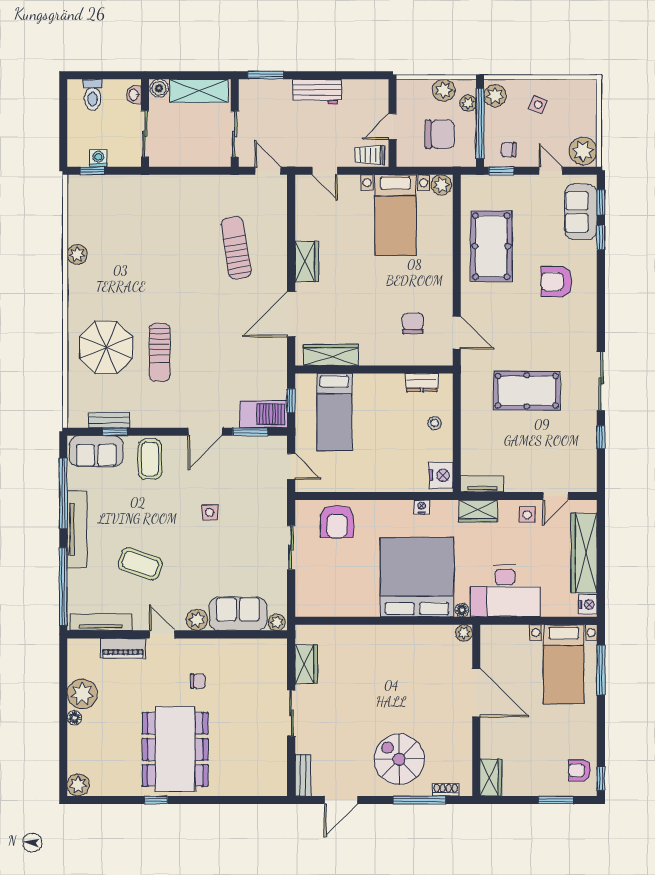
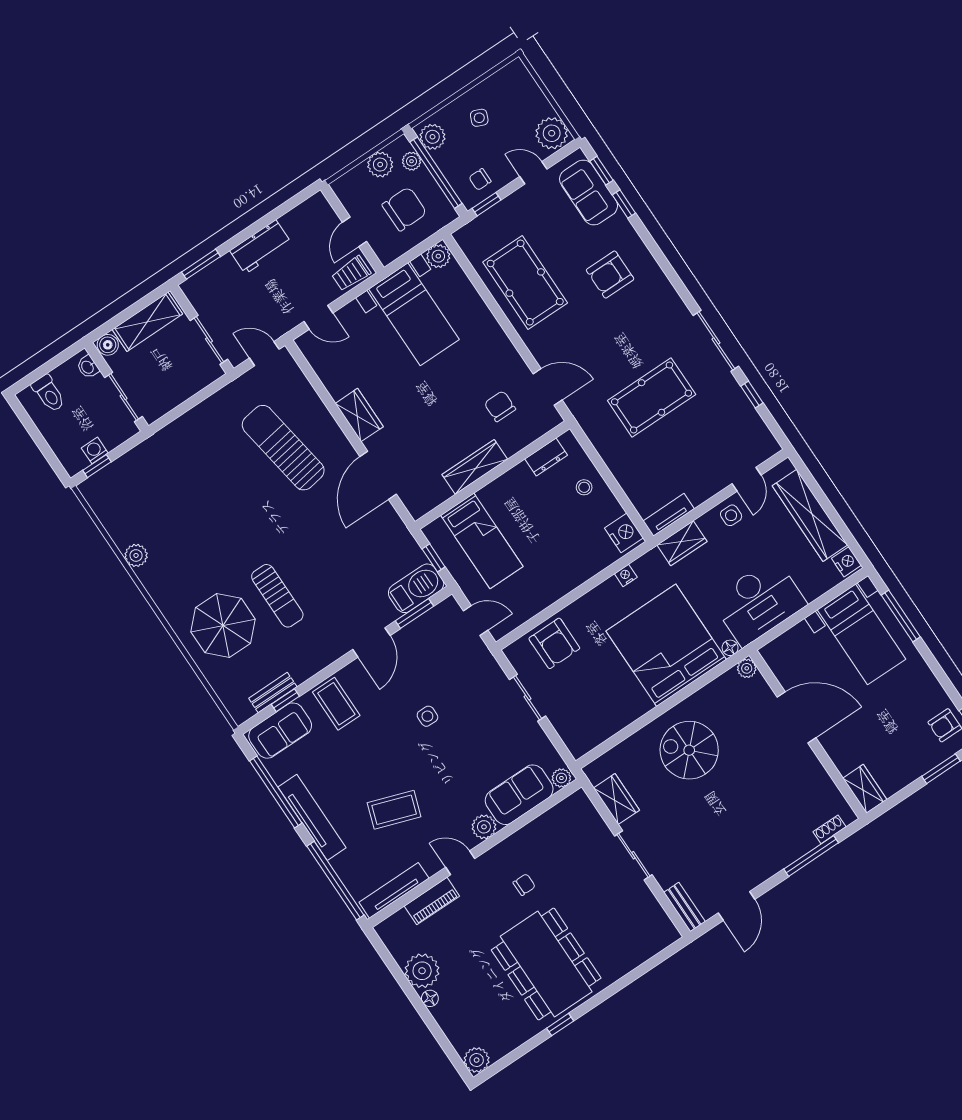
sun lounger: (236, 248) -> (283, 448), width x1.36, depth x1.34
wardrobe: (331, 355) -> (475, 467), moved
spiral stairs: (399, 759) -> (689, 750), moved

